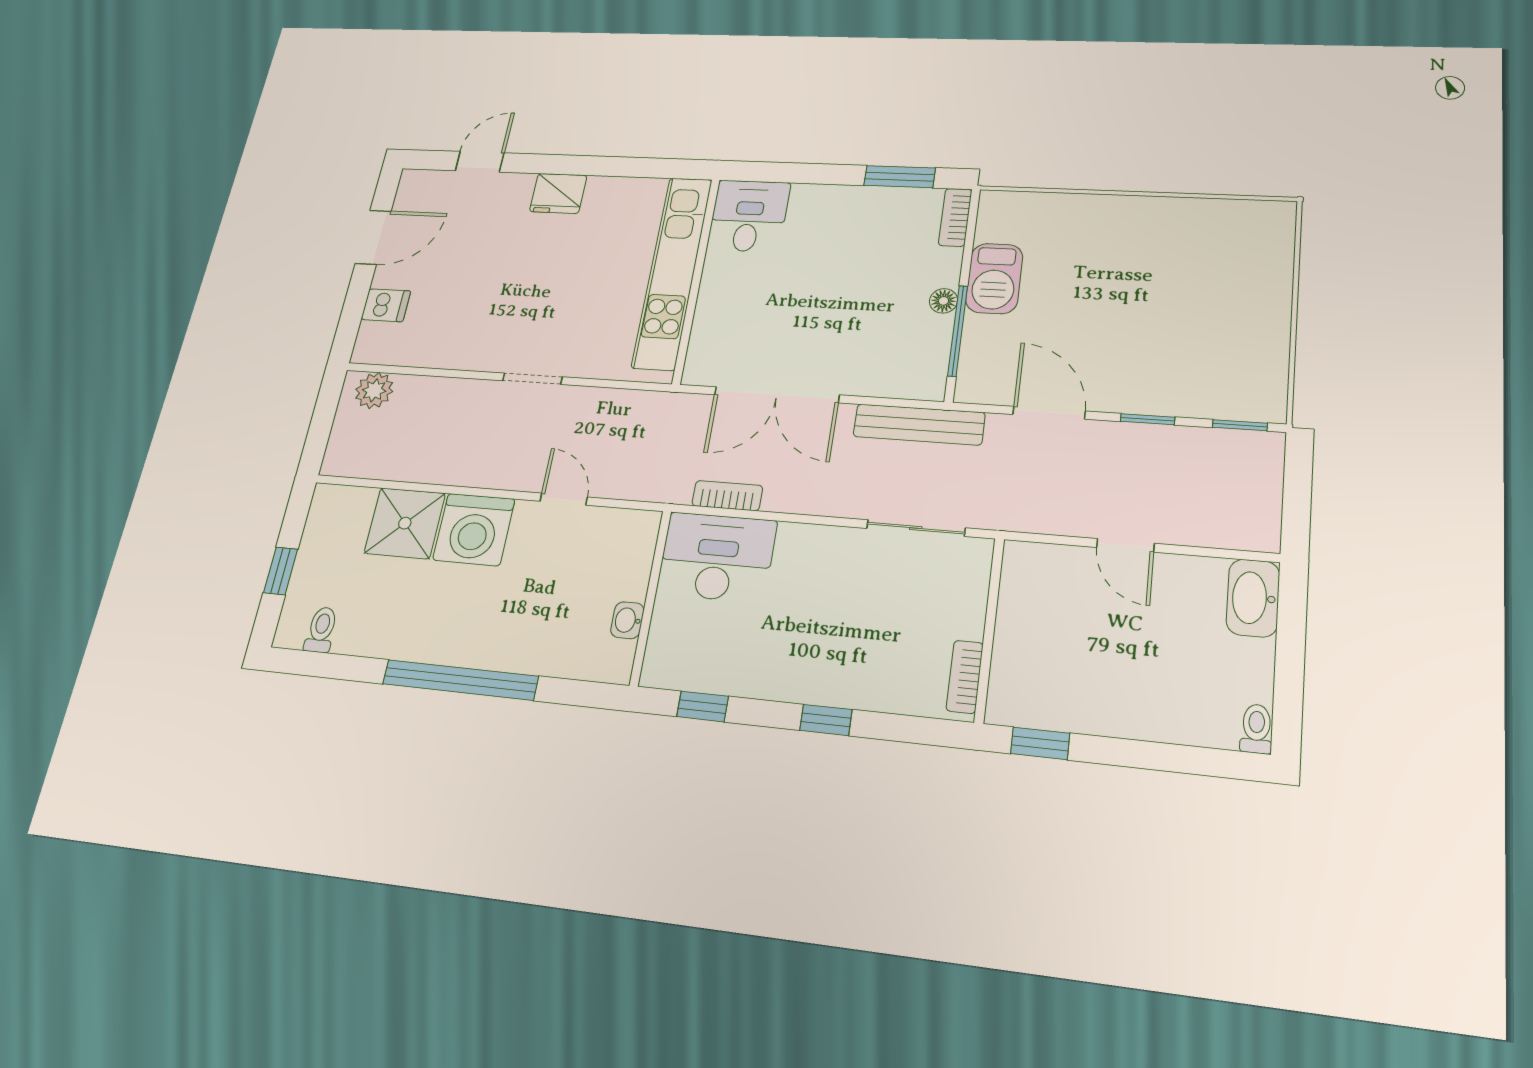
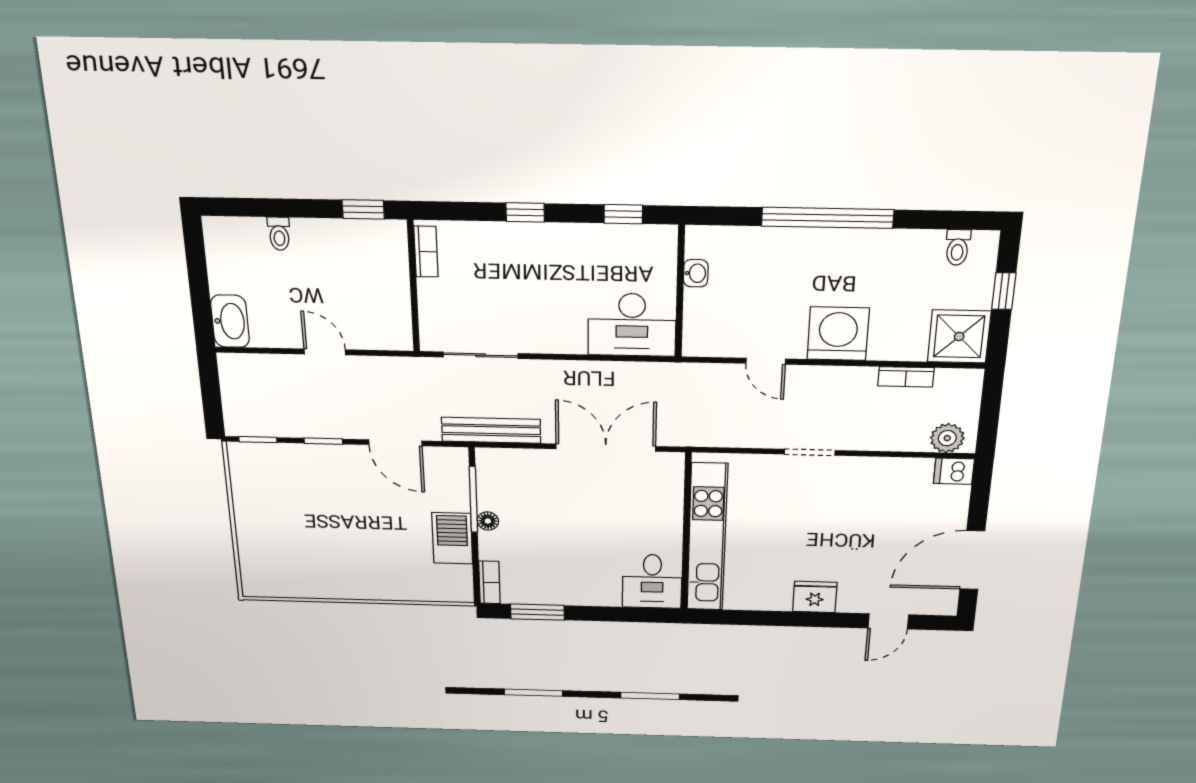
door: (373, 237) -> (972, 560), width x1.36
dishwasher: (386, 305) -> (954, 471), moved
bookcase: (727, 496) -> (906, 377), moved
shower: (405, 523) -> (959, 336), moved
toilet: (1256, 729) -> (279, 234), moved

